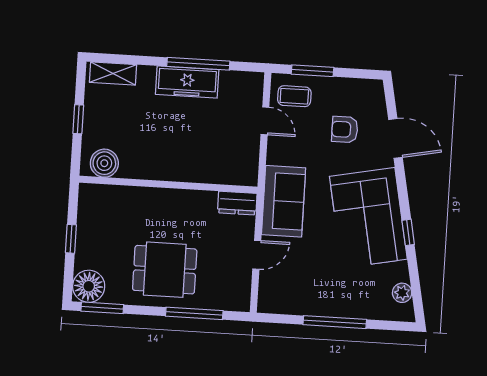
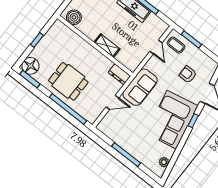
shelving: (187, 172) -> (107, 46), added
window: (408, 232) -> (193, 121), moved
window: (194, 313) -> (68, 109), width x1.46

